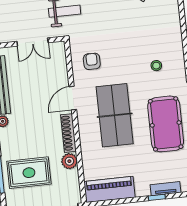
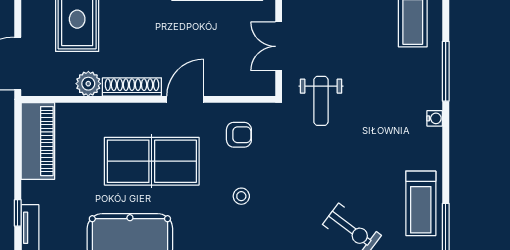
stool: (156, 66) -> (241, 196), moved
door: (73, 98) -> (185, 99), hinge flipped

